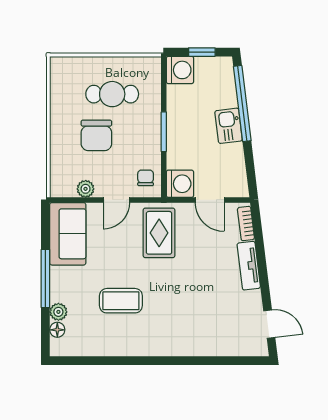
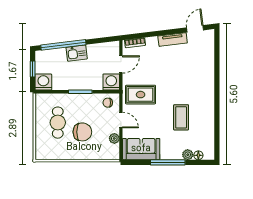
tv unit: (249, 266) -> (173, 40), moved

